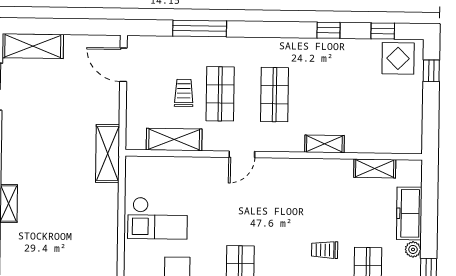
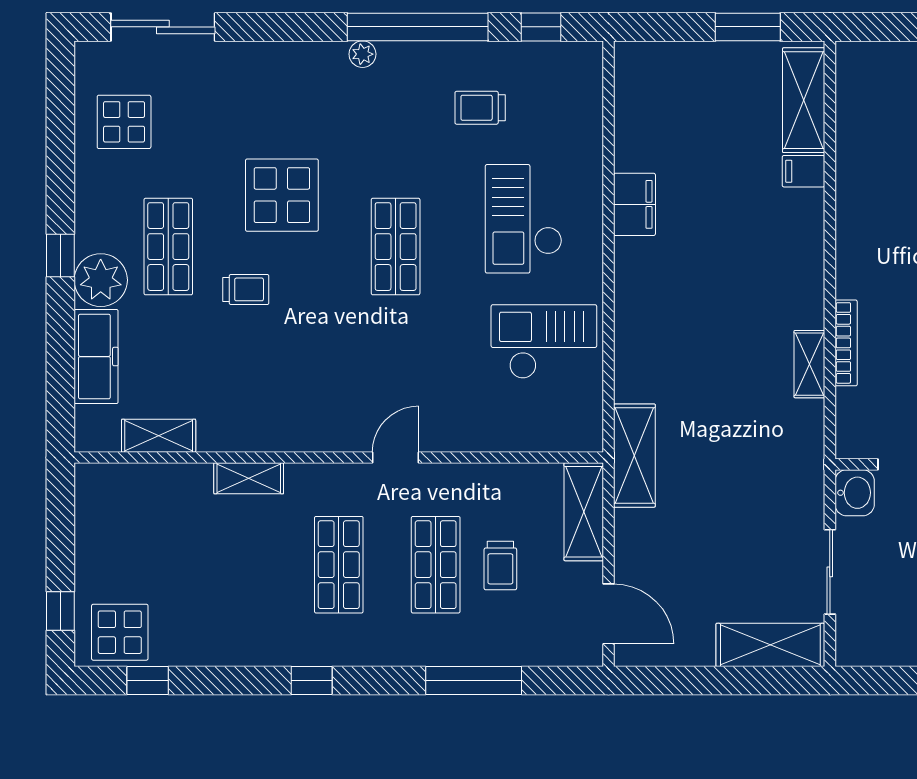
window: (329, 30) -> (312, 681), moved
shelving: (174, 139) -> (584, 512), moved, turned 90
plant: (413, 249) -> (101, 280), width x1.88, depth x1.88

